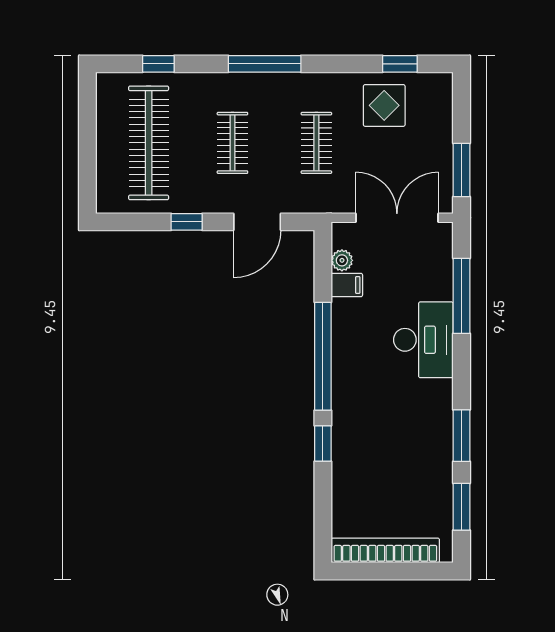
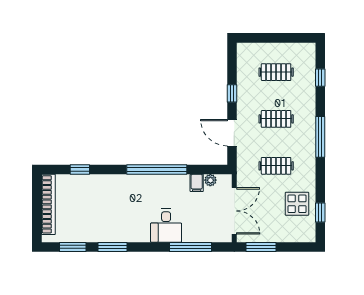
clothes rail: (149, 143) -> (276, 72), width x0.54, depth x0.76
desk: (423, 340) -> (166, 226), width x0.73
window: (323, 444) -> (80, 170), moved

